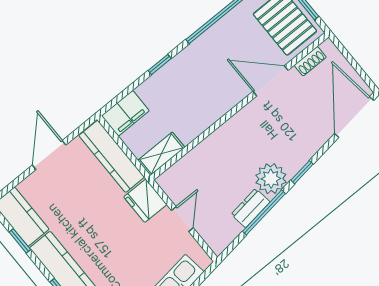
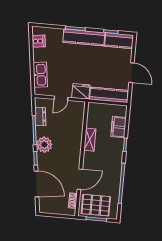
filing cabinet: (125, 113) -> (118, 127), moved
door: (354, 117) -> (37, 184), moved
shelving: (161, 154) -> (90, 140), moved
dresser: (251, 208) -> (40, 117), moved
door: (182, 219) -> (61, 98), hinge flipped

